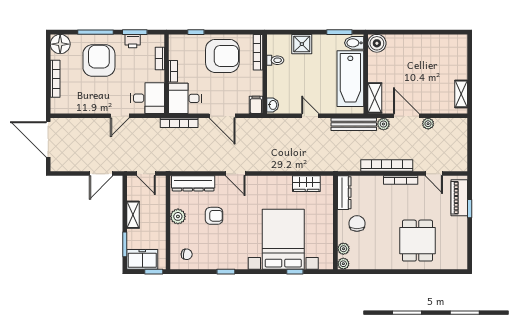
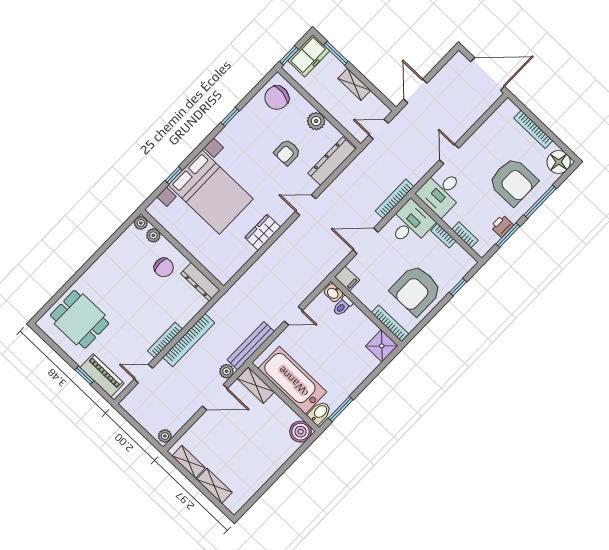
shower: (302, 44) -> (382, 346), moved
toilet: (275, 60) -> (343, 306), moved
shelving: (461, 64) -> (214, 486), added
plant: (428, 124) -> (165, 436), moved
wardrobe: (306, 184) -> (263, 232), moved
dining table: (417, 241) -> (80, 319), moved
chair: (187, 254) -> (277, 98), width x1.87, depth x1.87

